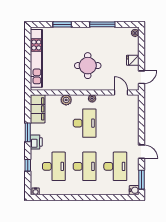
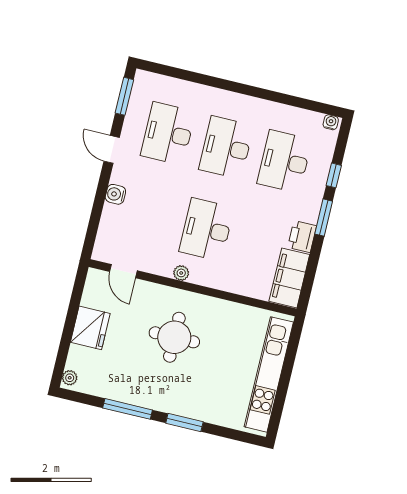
window: (62, 24) -> (184, 423), moved
fridge: (133, 60) -> (90, 328), width x1.88, depth x1.34
door: (141, 77) -> (78, 291), removed
plant: (66, 100) -> (231, 282), removed
window: (28, 132) -> (324, 218), moved
printer: (36, 142) -> (302, 237), moved
water cooler: (134, 190) -> (115, 194), moved

